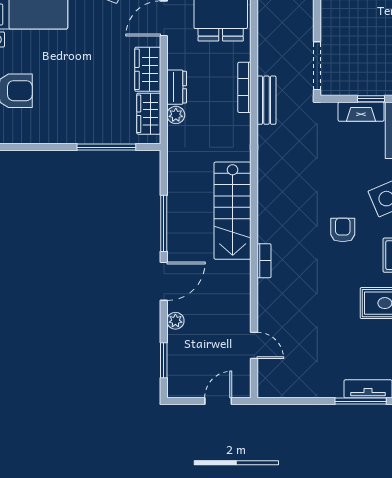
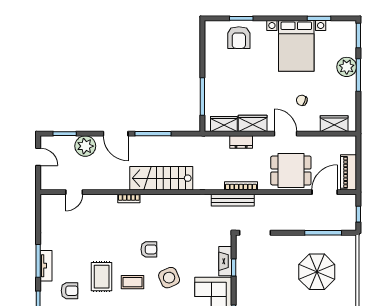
bench: (266, 100) -> (233, 200), width x1.36
plant: (176, 115) -> (223, 141), removed
plant: (175, 321) -> (85, 146), width x1.88, depth x1.88
door: (218, 401) -> (38, 157), moved

